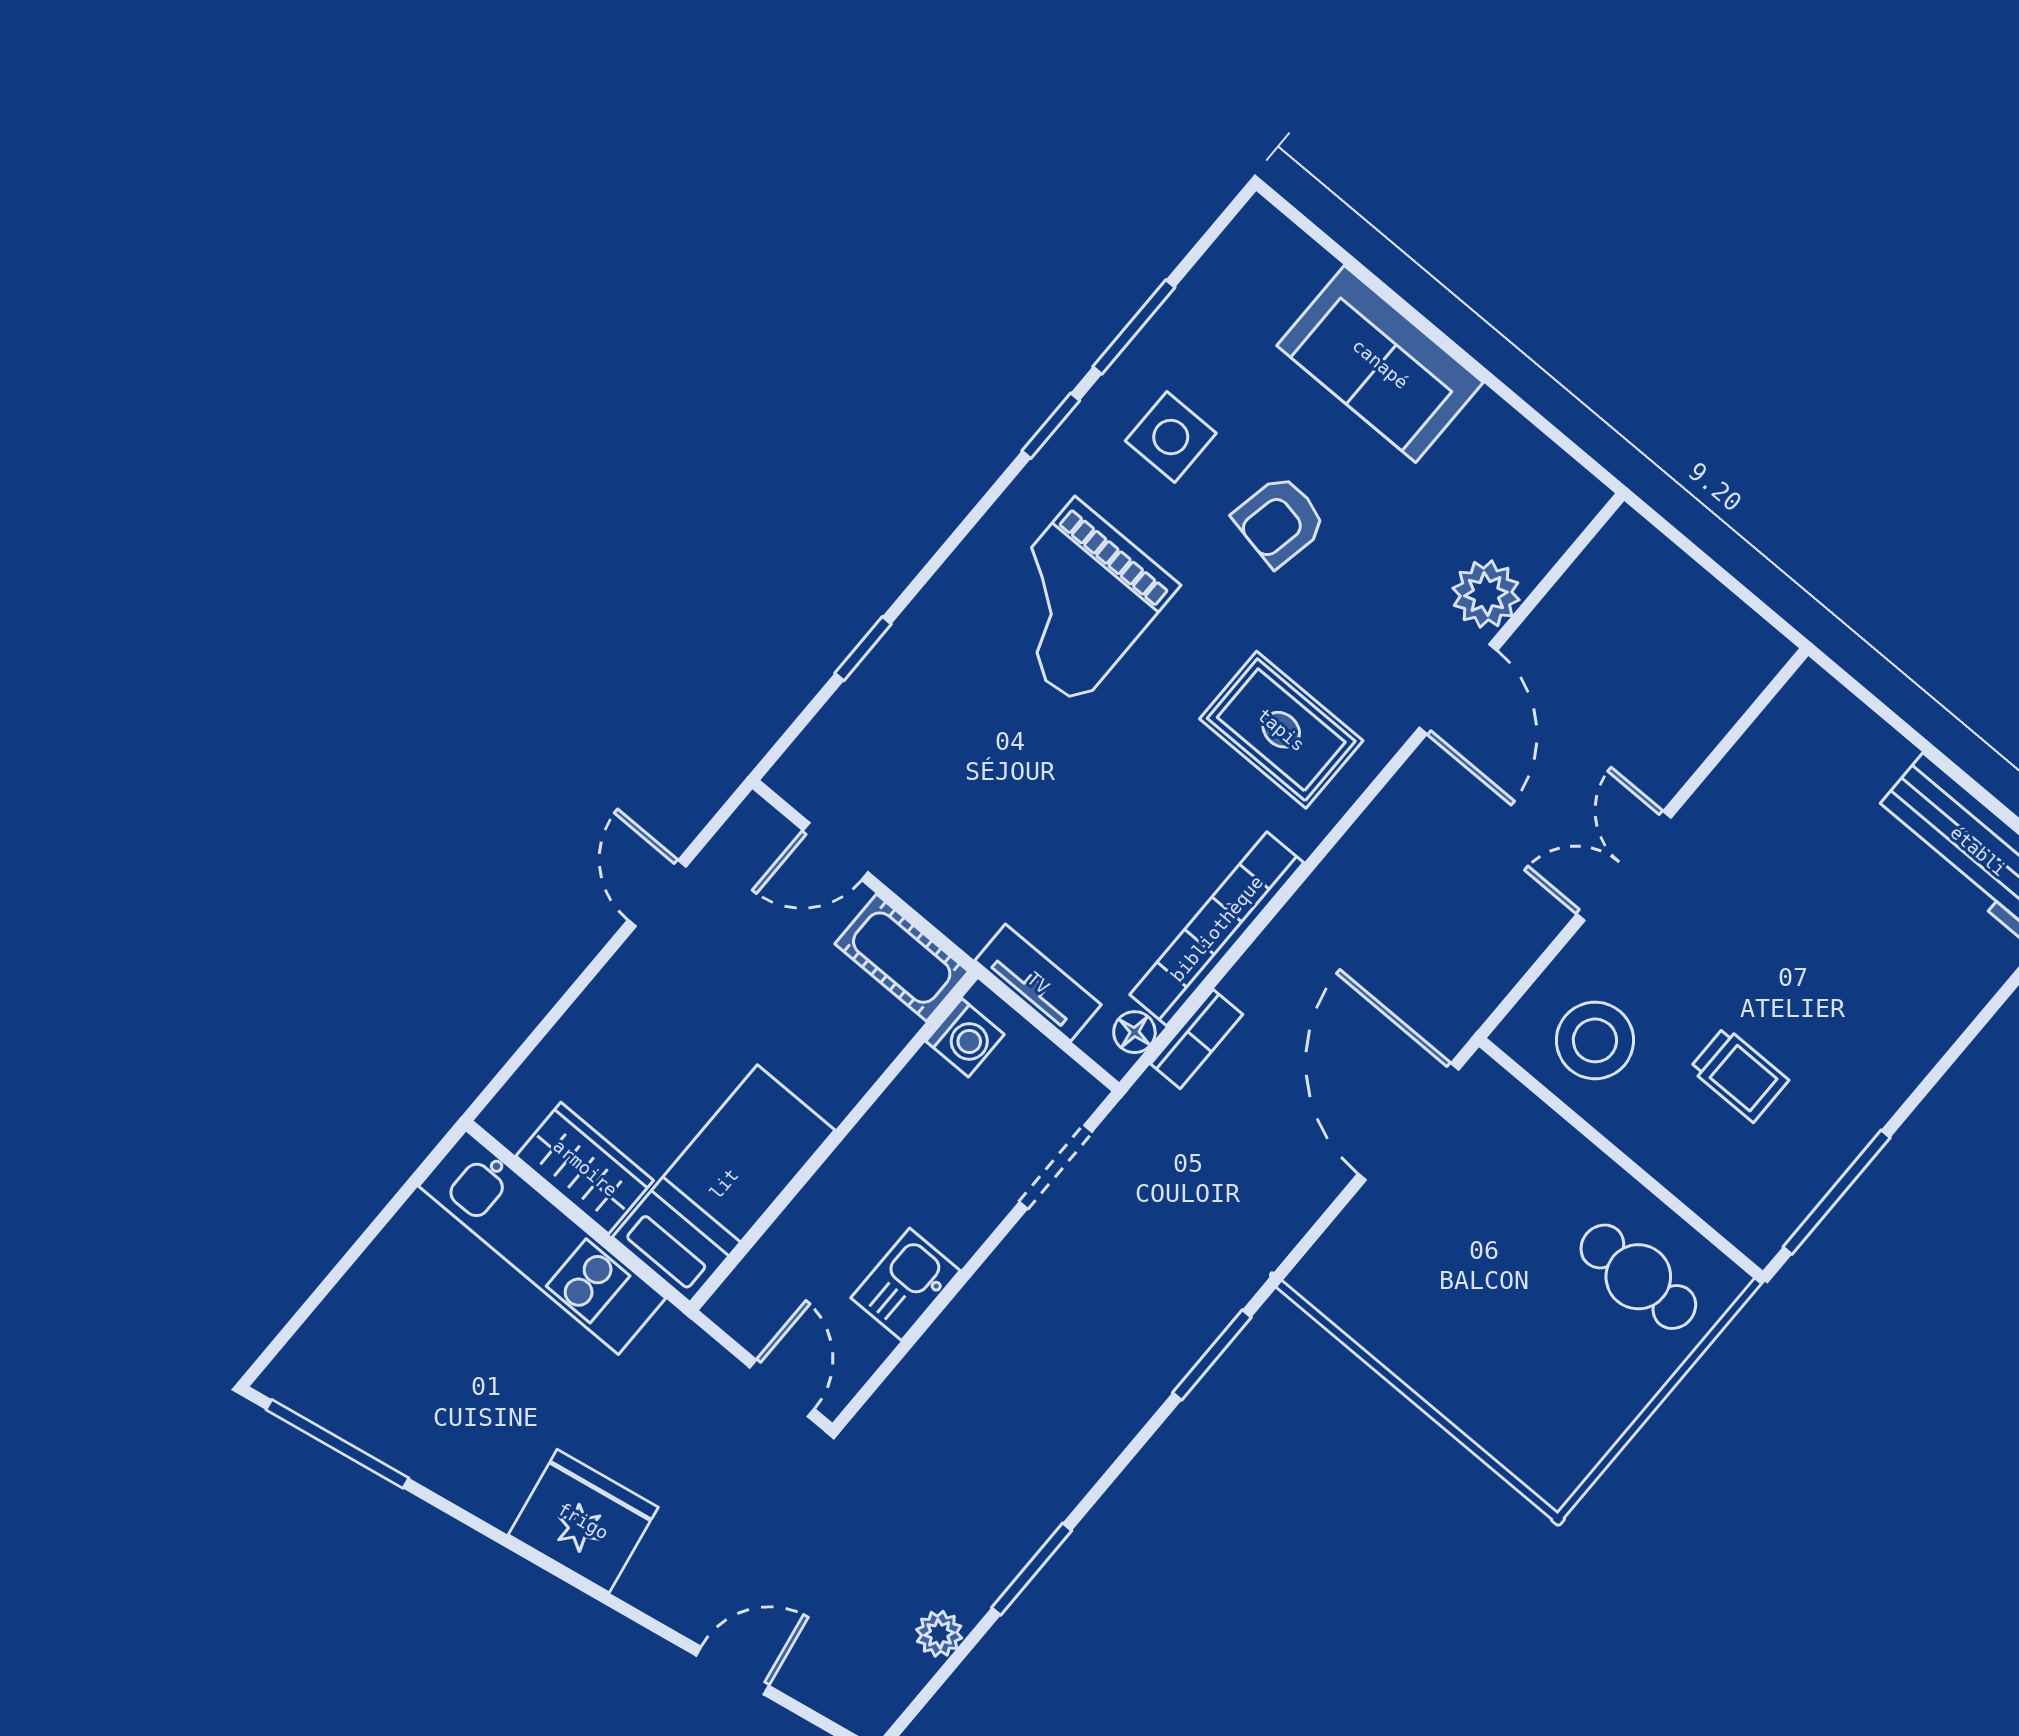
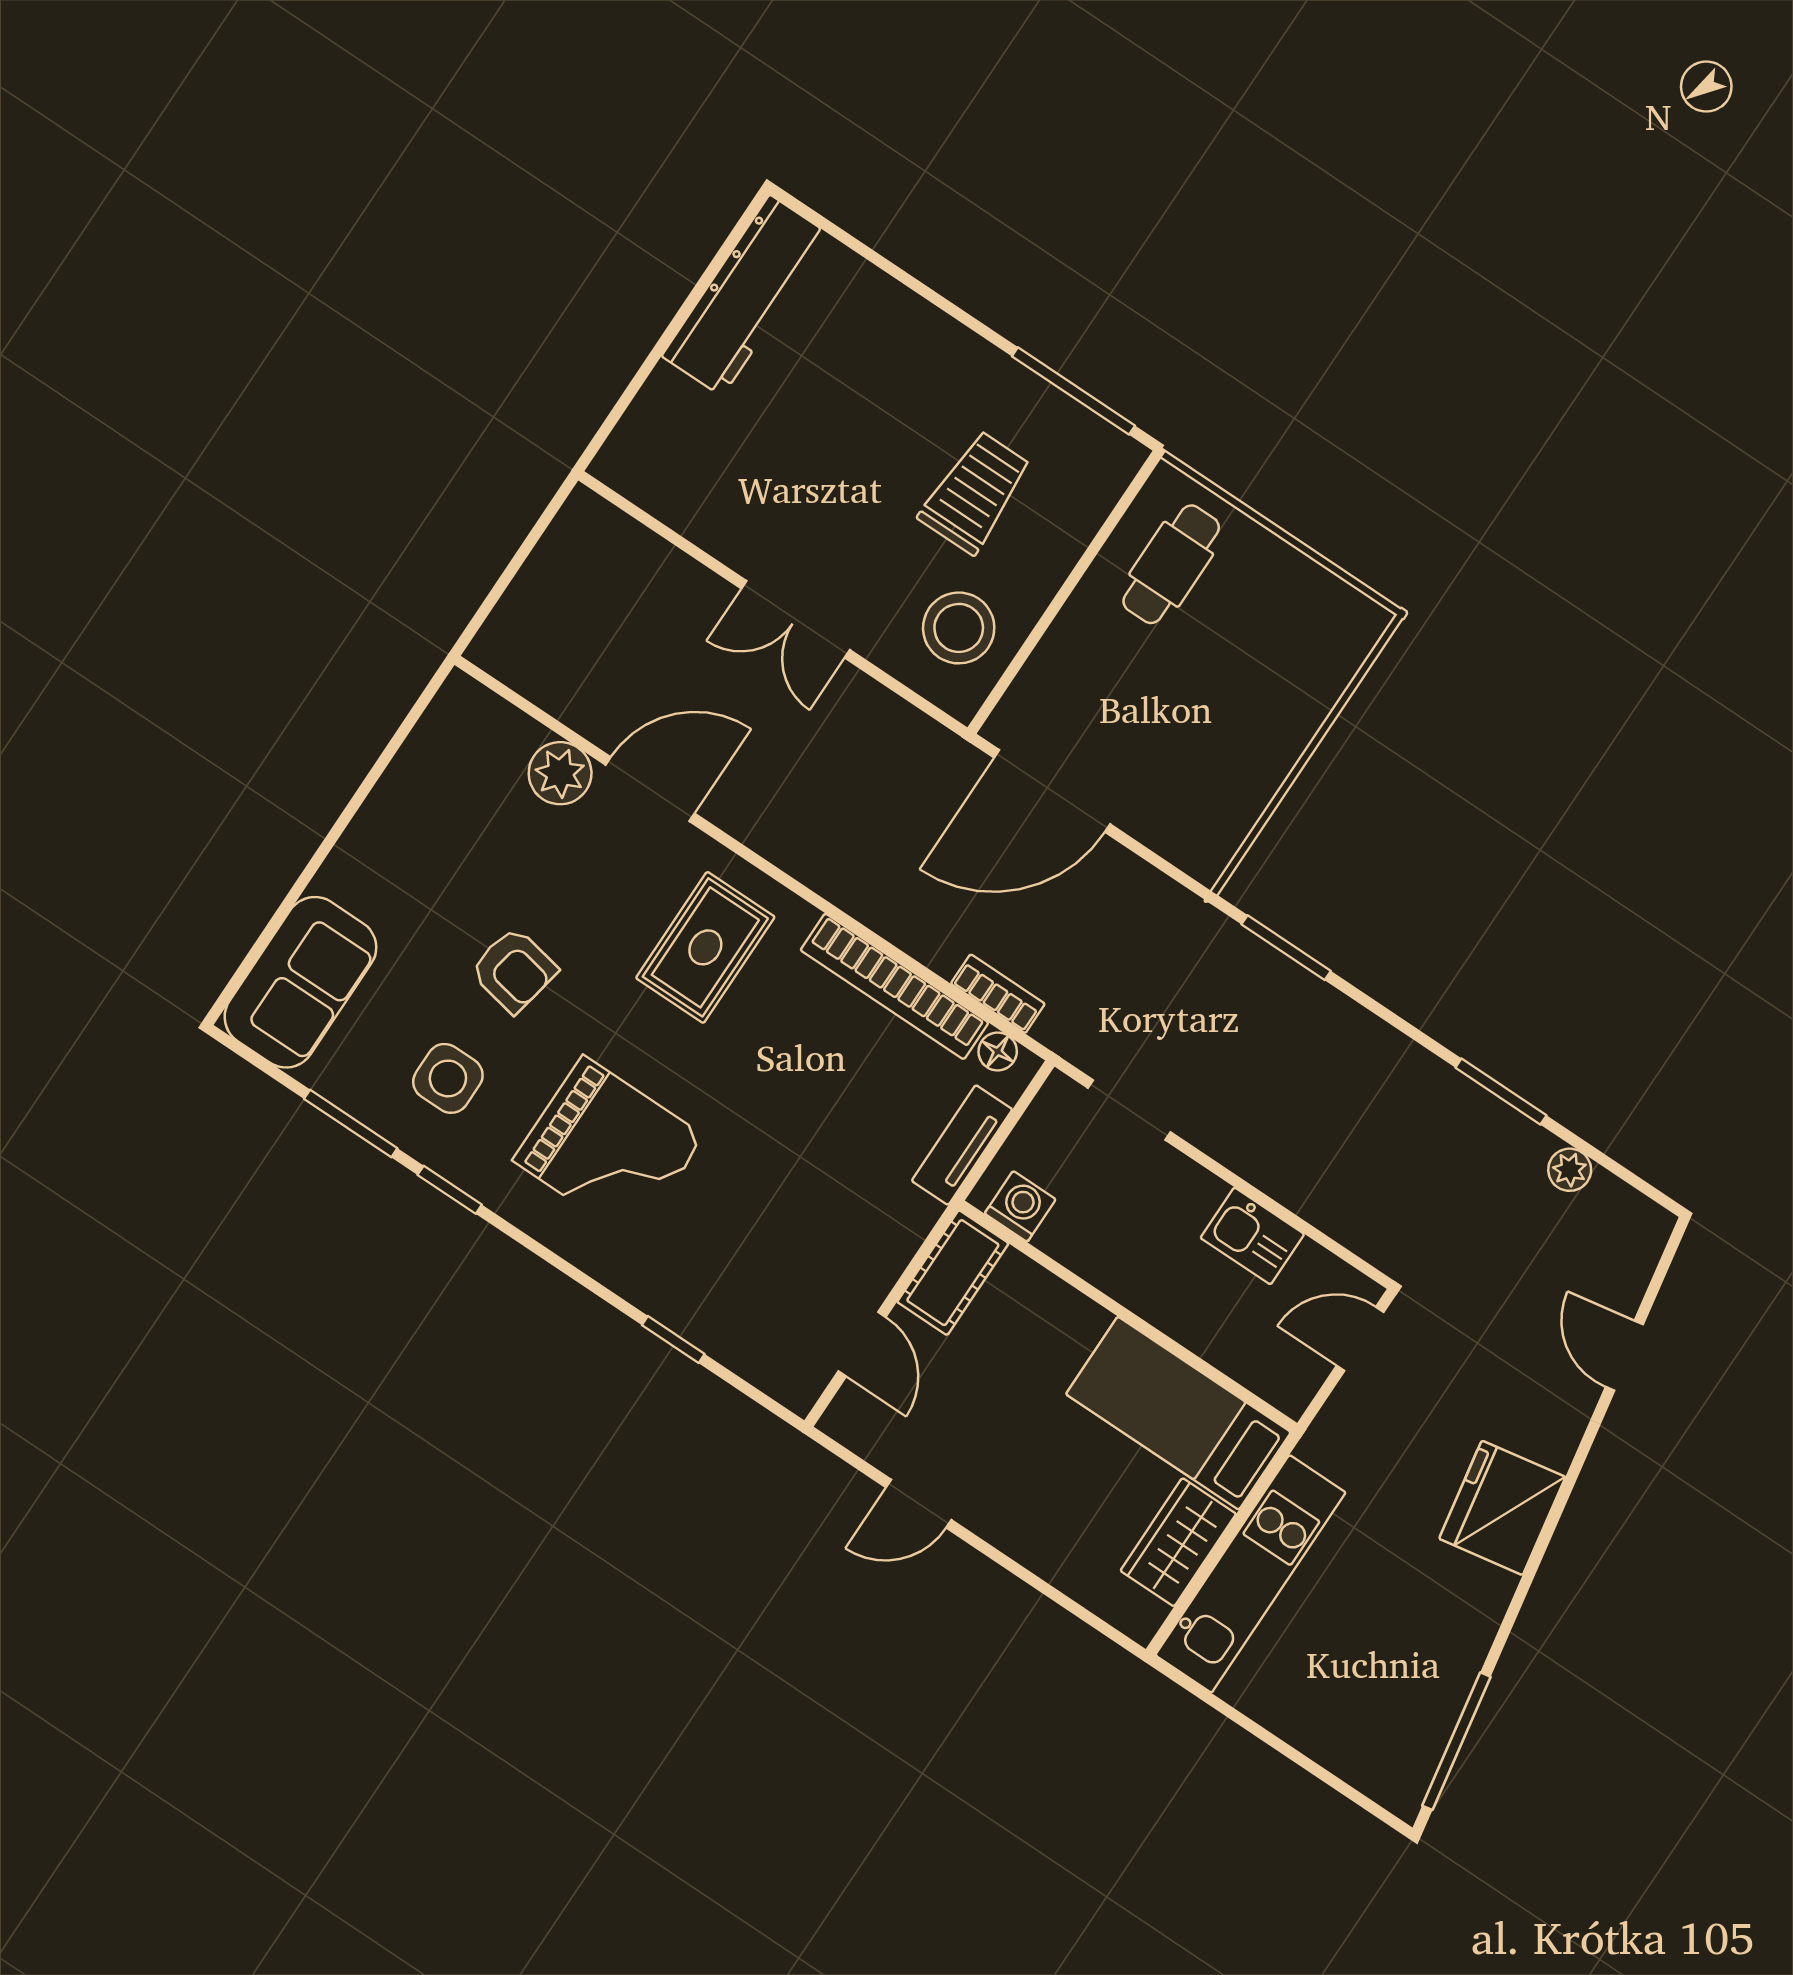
sofa: (1380, 364) -> (300, 982), moved
trolley: (1739, 1074) -> (975, 492), width x1.36, depth x1.39

